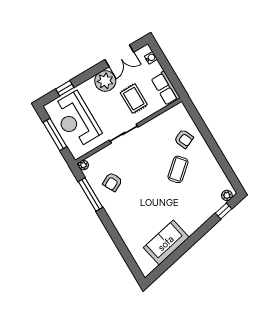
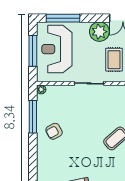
window: (65, 88) -> (63, 18), width x2.17
armchair: (112, 182) -> (54, 131), moved

